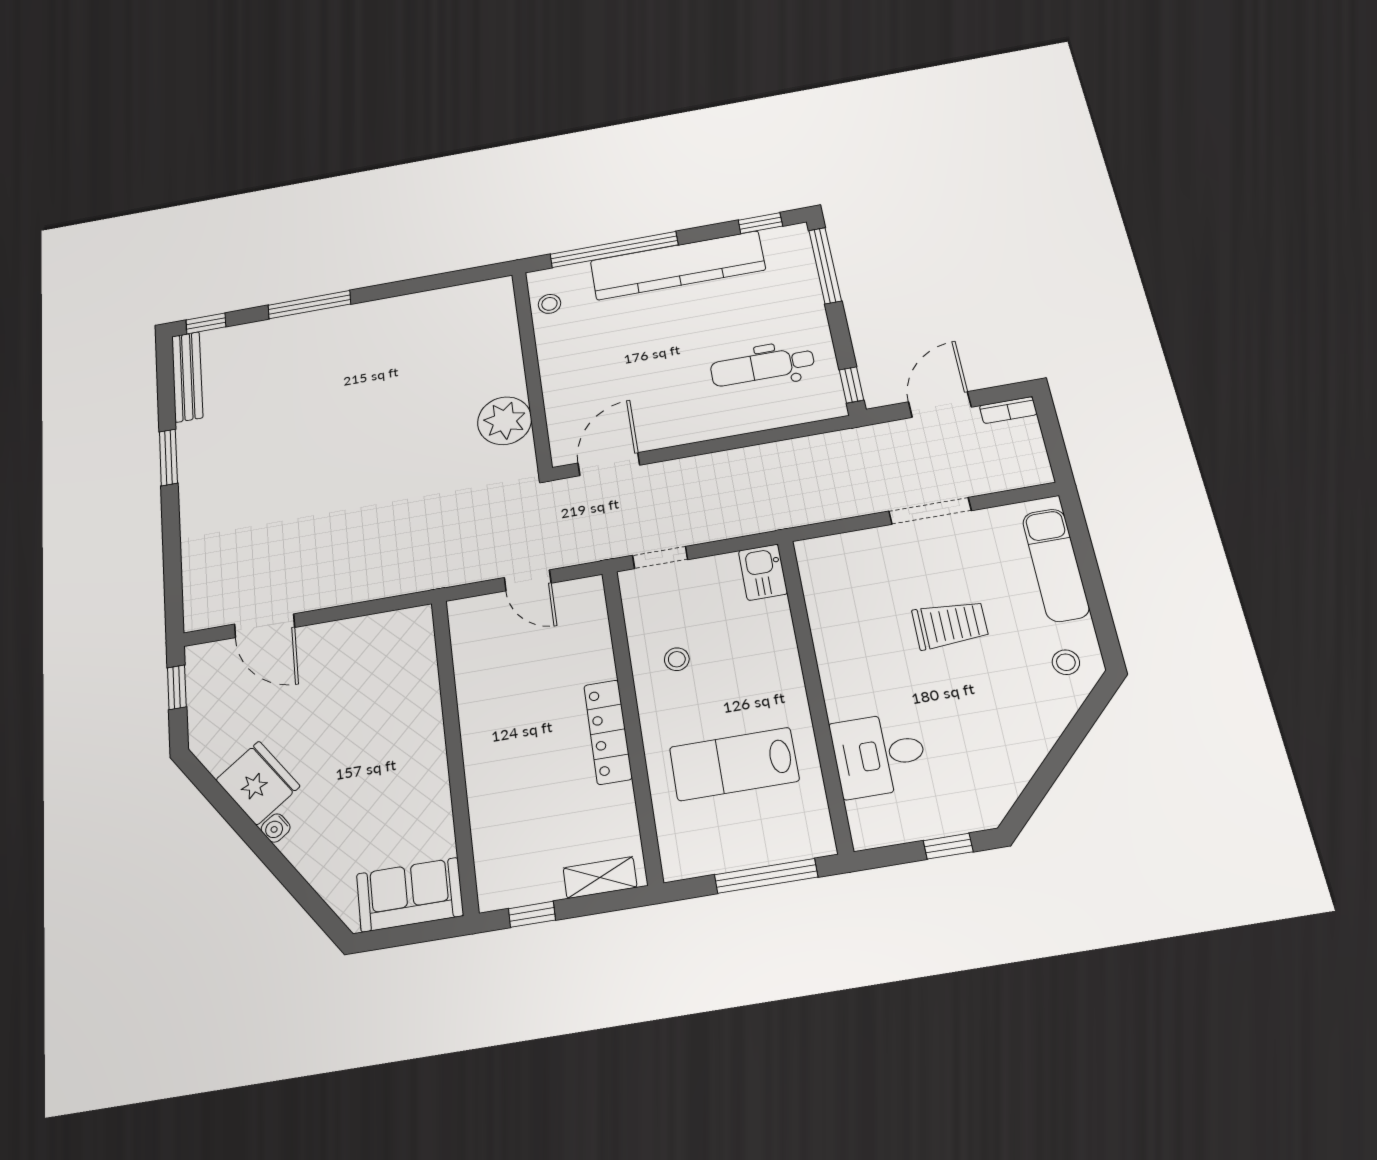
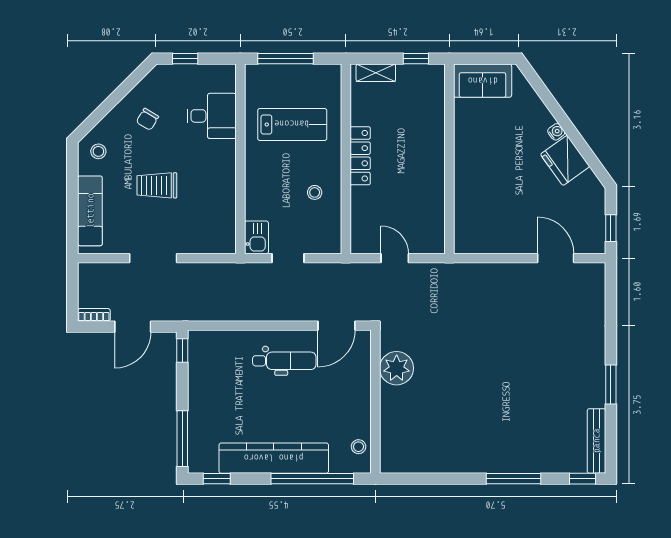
dental chair: (762, 366) -> (284, 361), moved
doorway: (660, 557) -> (288, 258), moved
chair: (992, 730) -> (147, 119), added

